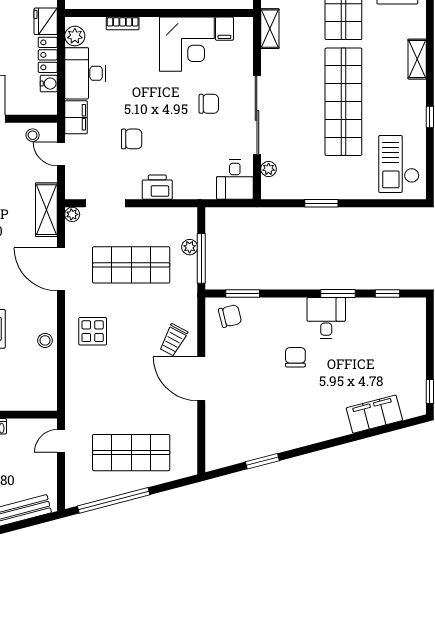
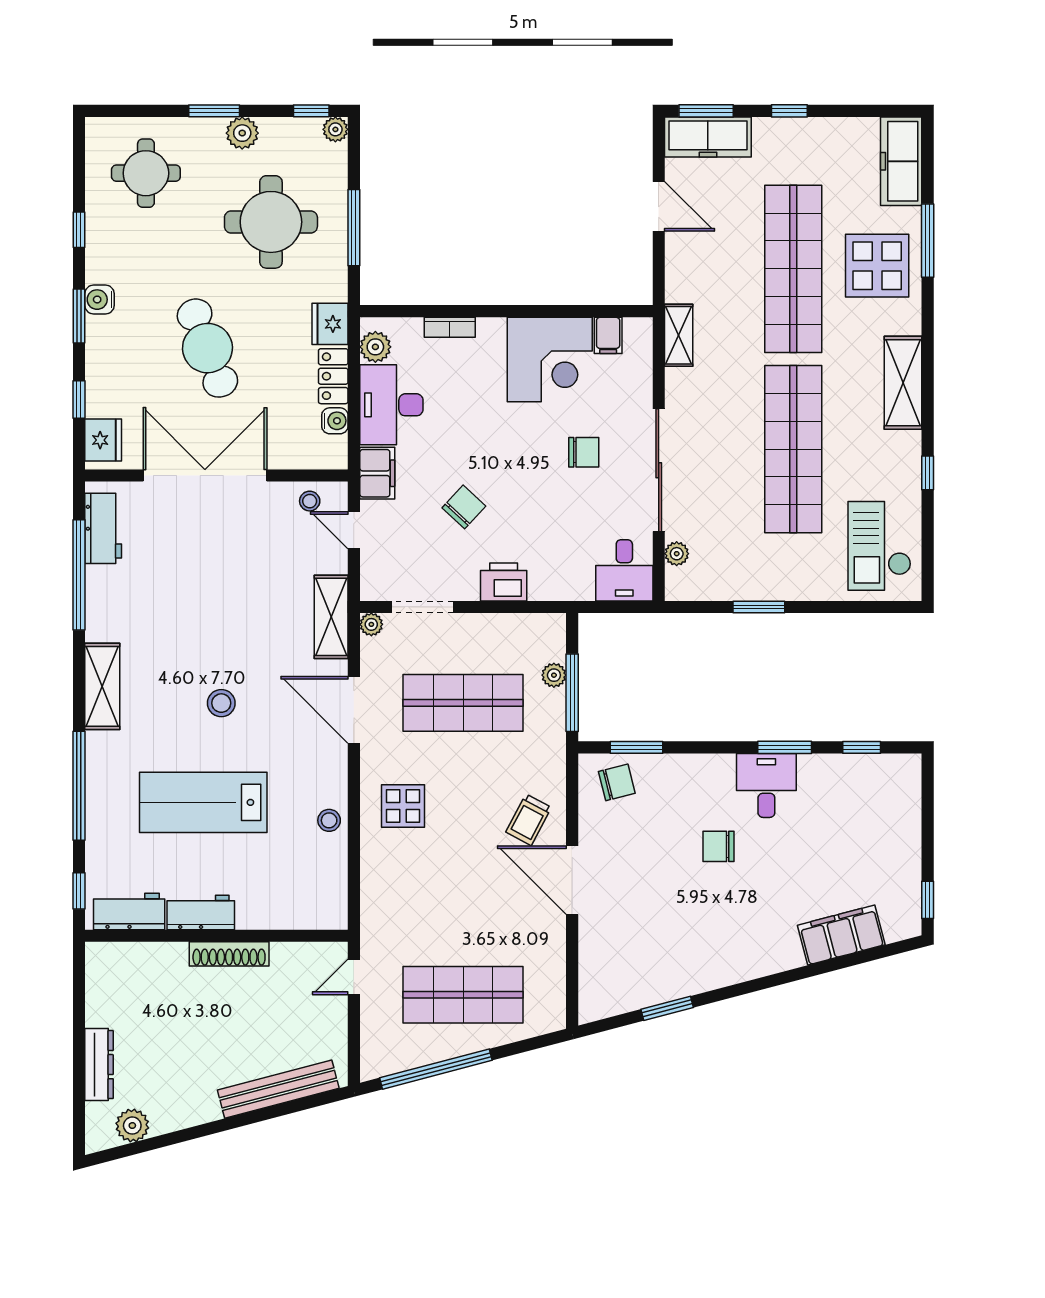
shelving: (417, 59) -> (903, 383), width x1.50, depth x1.33
chair: (132, 139) -> (464, 507), turned -47
chair: (295, 357) -> (718, 846), turned -90

